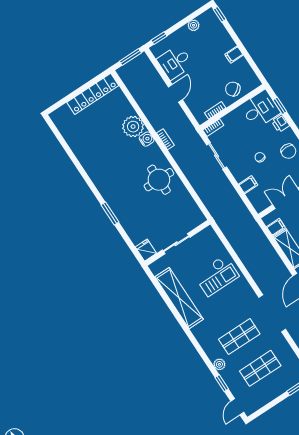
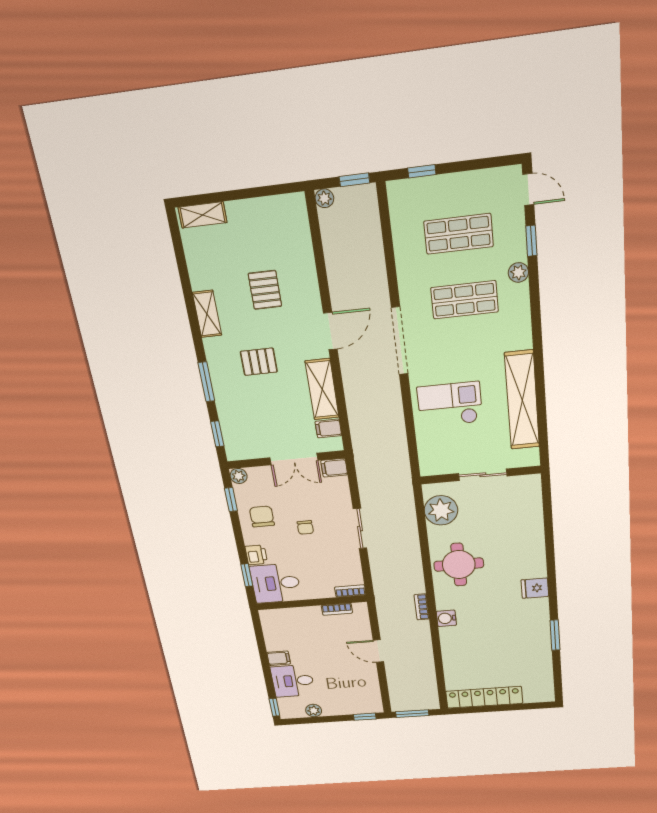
desk: (175, 62) -> (293, 681), moved, turned 180
chair: (233, 89) -> (300, 622), removed
door: (175, 93) -> (378, 651), hinge flipped
plant: (133, 127) -> (441, 510), moved
sliding door: (217, 156) -> (360, 529), moved
filing cabinet: (248, 185) -> (334, 468), moved
window: (110, 213) -> (555, 635), moved
fridge: (146, 250) -> (535, 588), moved, turned 90
doorway: (272, 313) -> (400, 341), moved
door: (237, 407) -> (528, 189), hinge flipped

